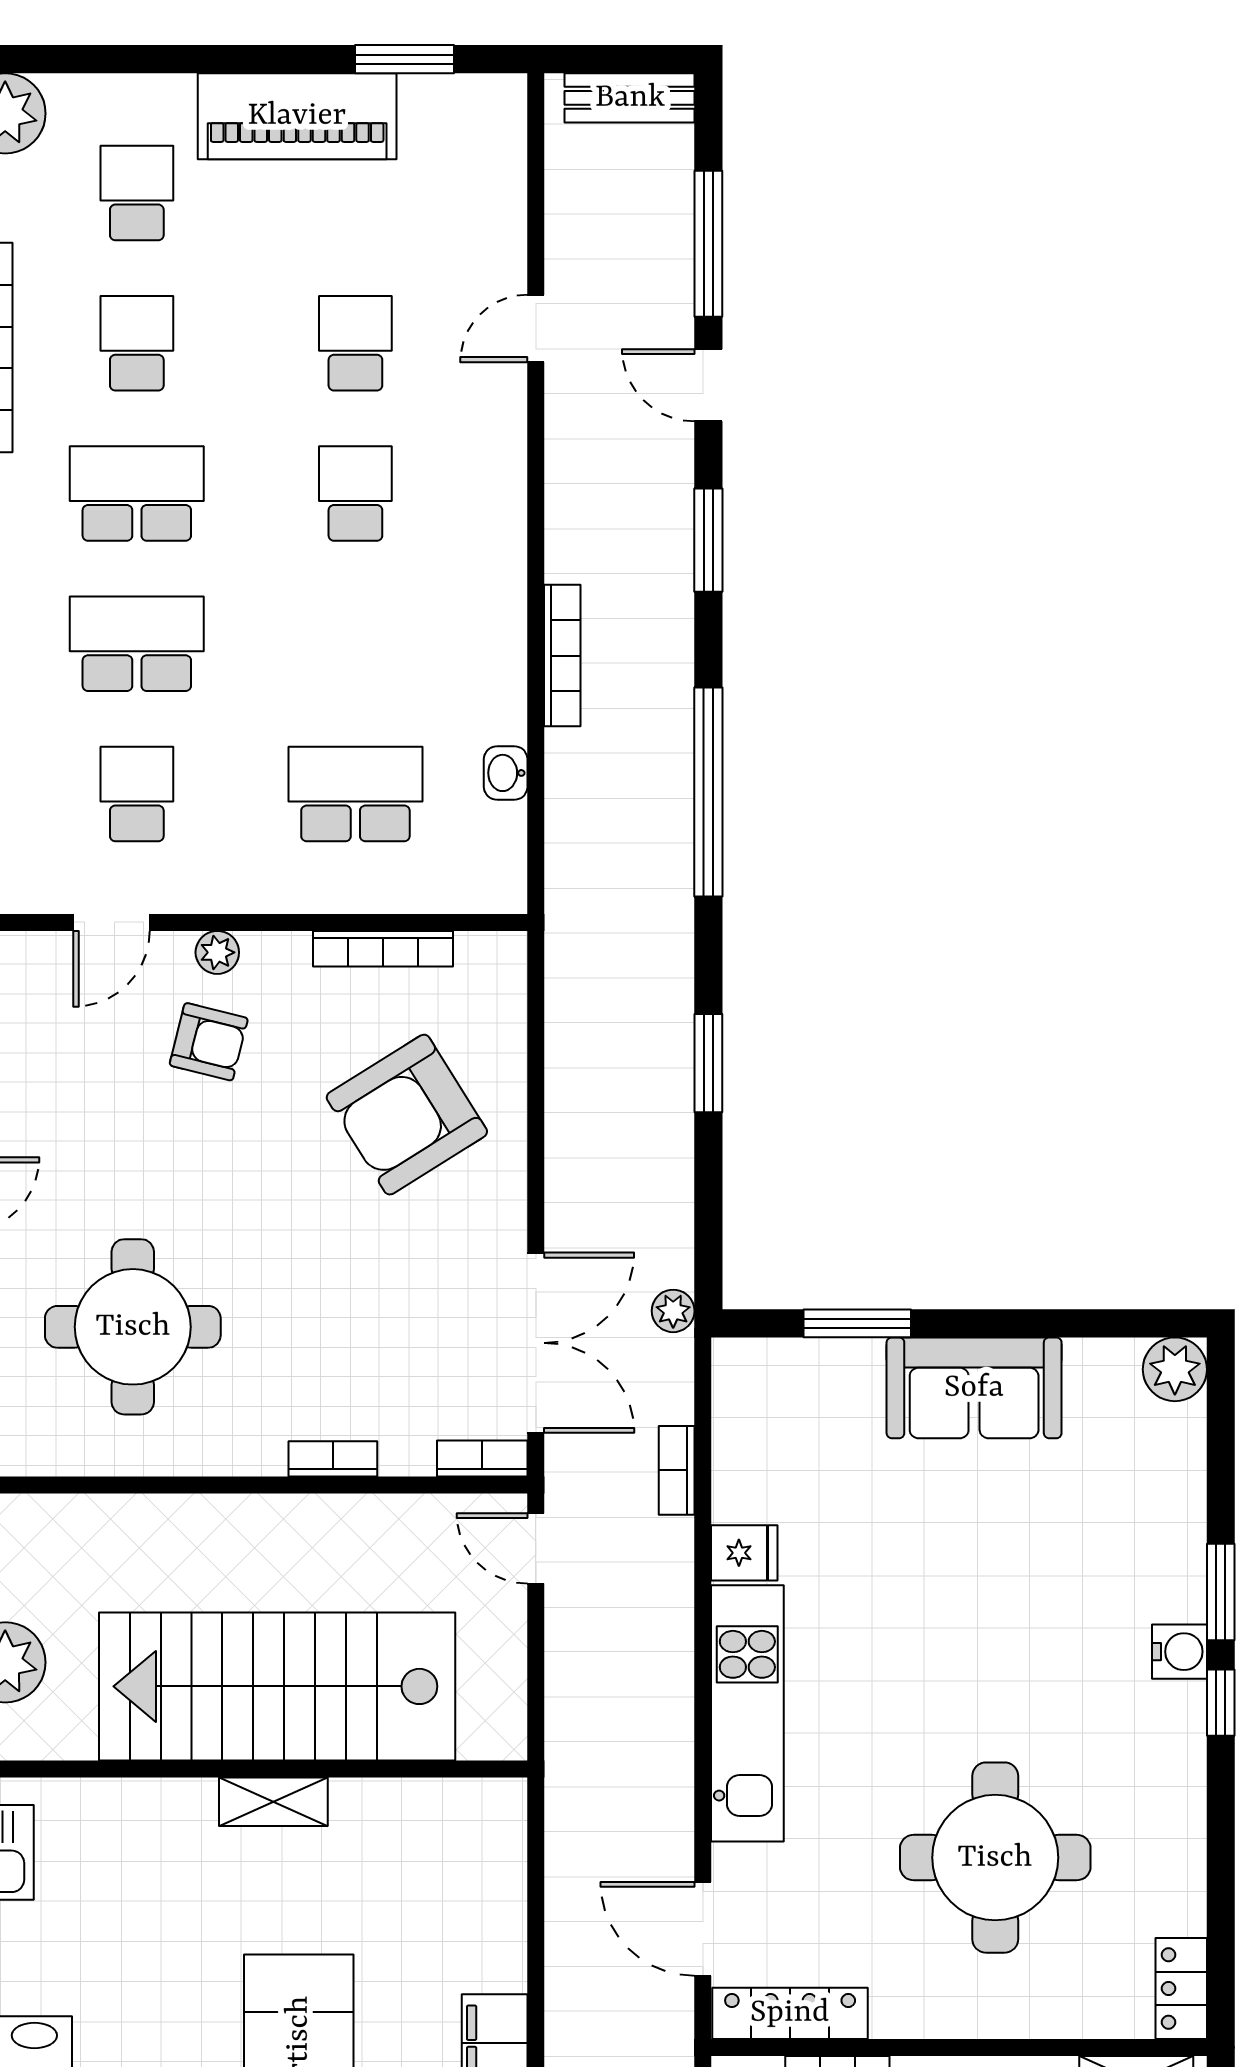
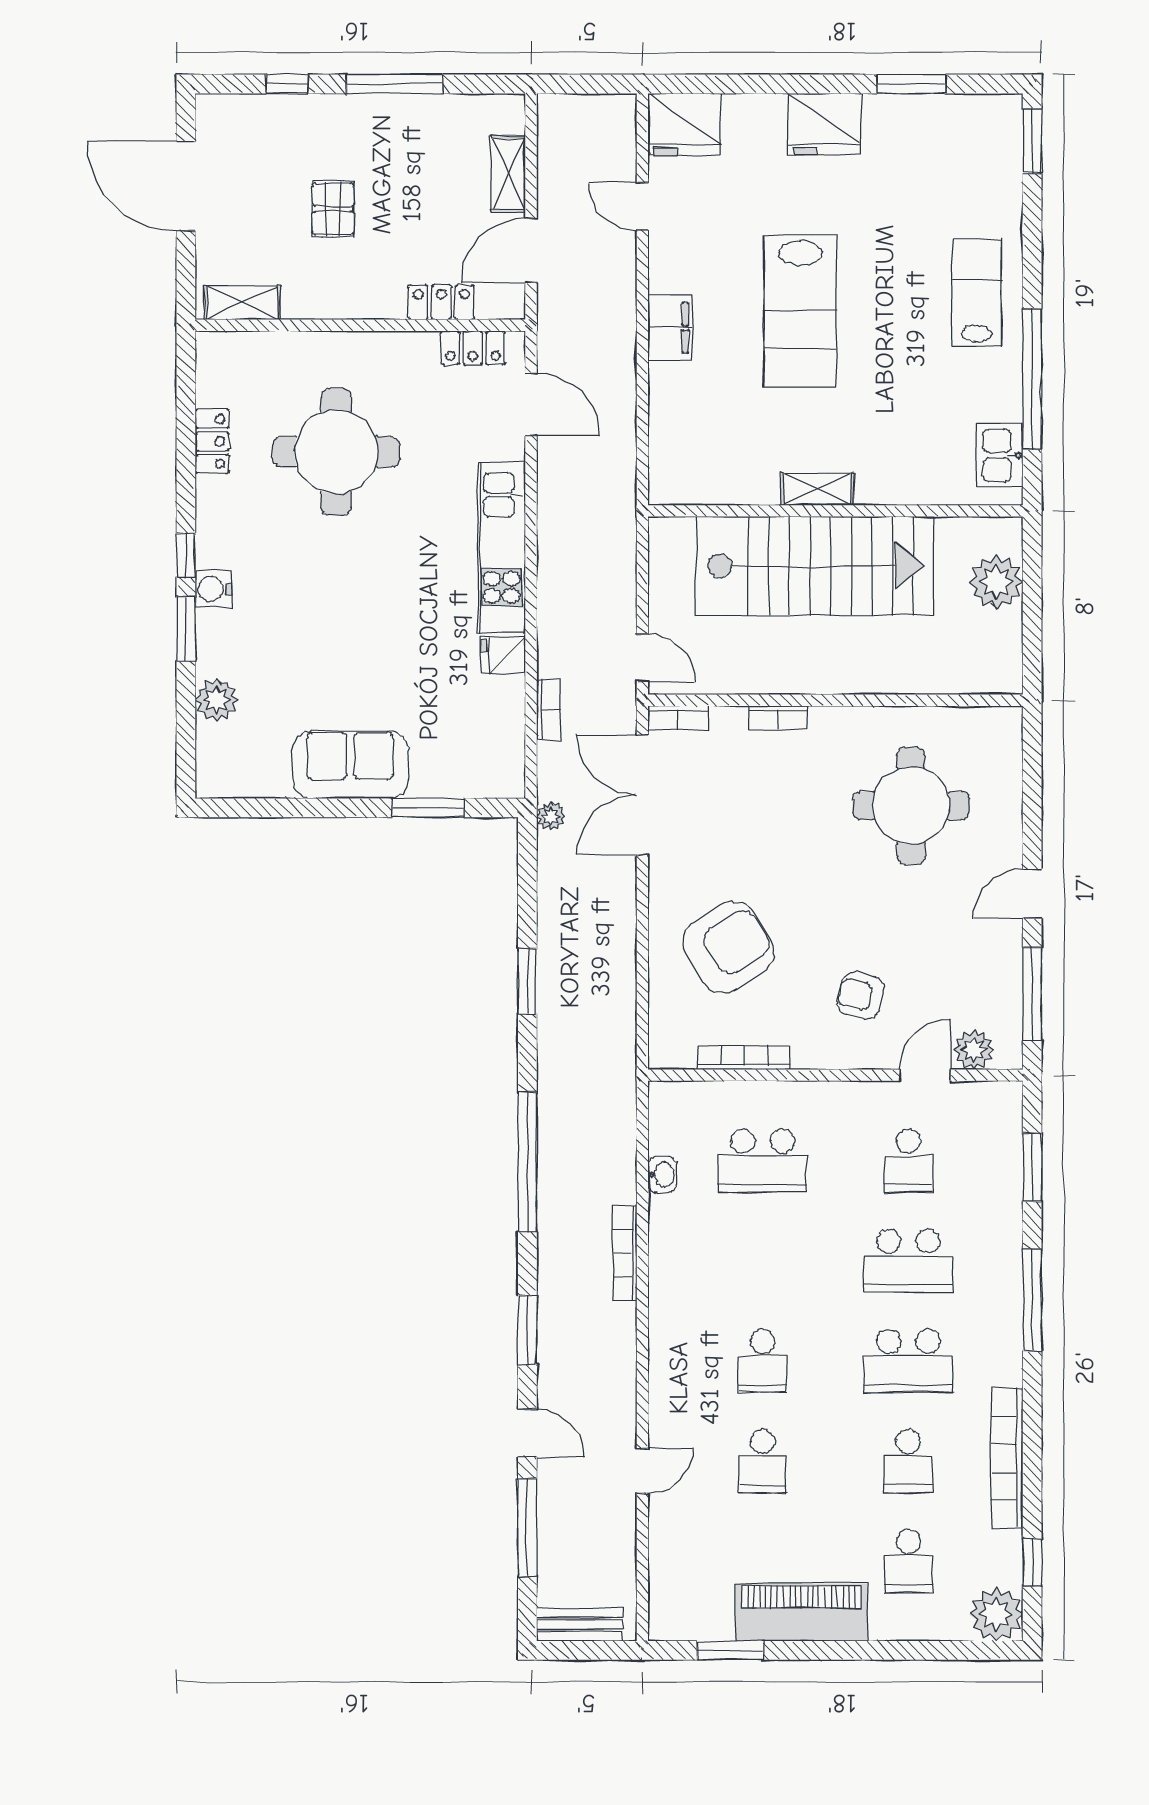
plant: (217, 952) -> (974, 1050), moved, width x1.38, depth x1.38
plant: (1175, 1369) -> (216, 700), moved
locker: (1181, 1988) -> (212, 441), moved
locker: (790, 2013) -> (473, 348), width x0.66

